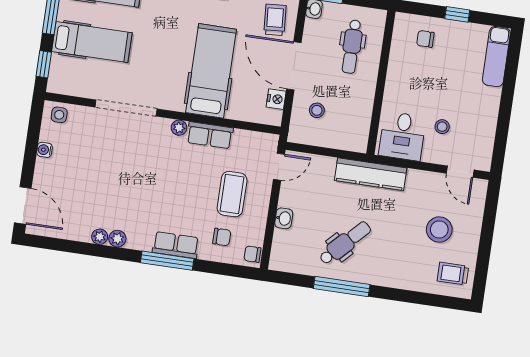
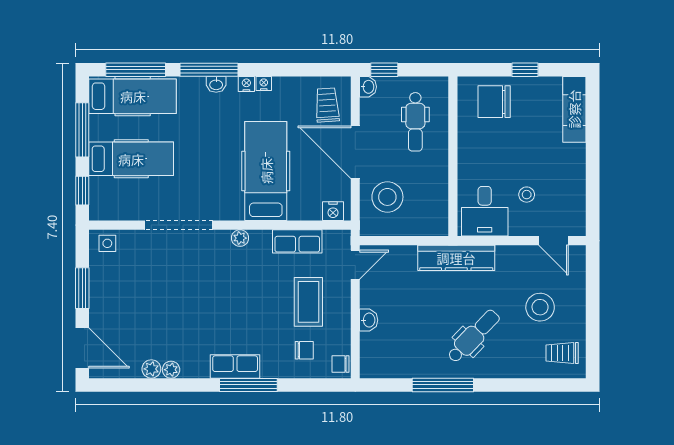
chair: (425, 39) -> (494, 102), width x1.87, depth x1.87
nightstand: (276, 99) -> (333, 211), moved, turned 90
stool: (317, 110) -> (387, 197), width x1.89, depth x1.89
row of seats: (210, 135) -> (297, 241), moved
water cooler: (45, 150) -> (97, 284), removed
window: (31, 152) -> (82, 288), added
plant: (117, 239) -> (151, 369), moved
dental chair: (345, 243) -> (474, 336), moved
row of seats: (176, 245) -> (235, 366), moved

